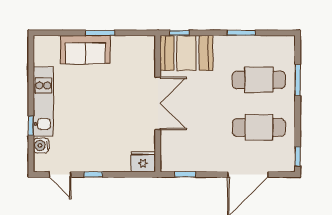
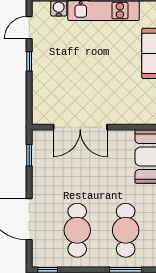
double door: (158, 103) -> (80, 127), moved
fridge: (143, 162) -> (42, 112), removed

